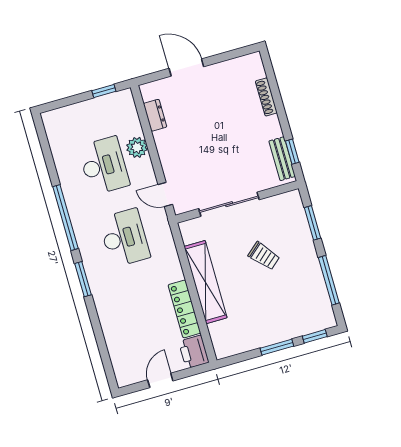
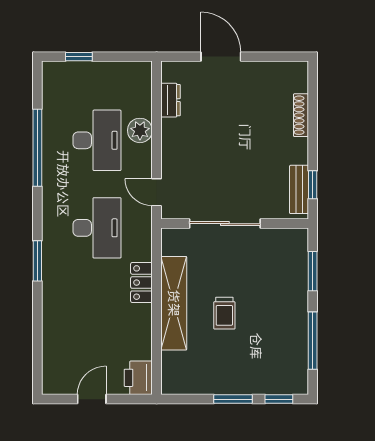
window: (104, 91) -> (79, 57), moved
window: (66, 218) -> (37, 148), moved
trolley: (264, 256) -> (224, 313), moved, turned 41
locker: (184, 309) -> (141, 283), moved, width x0.66

